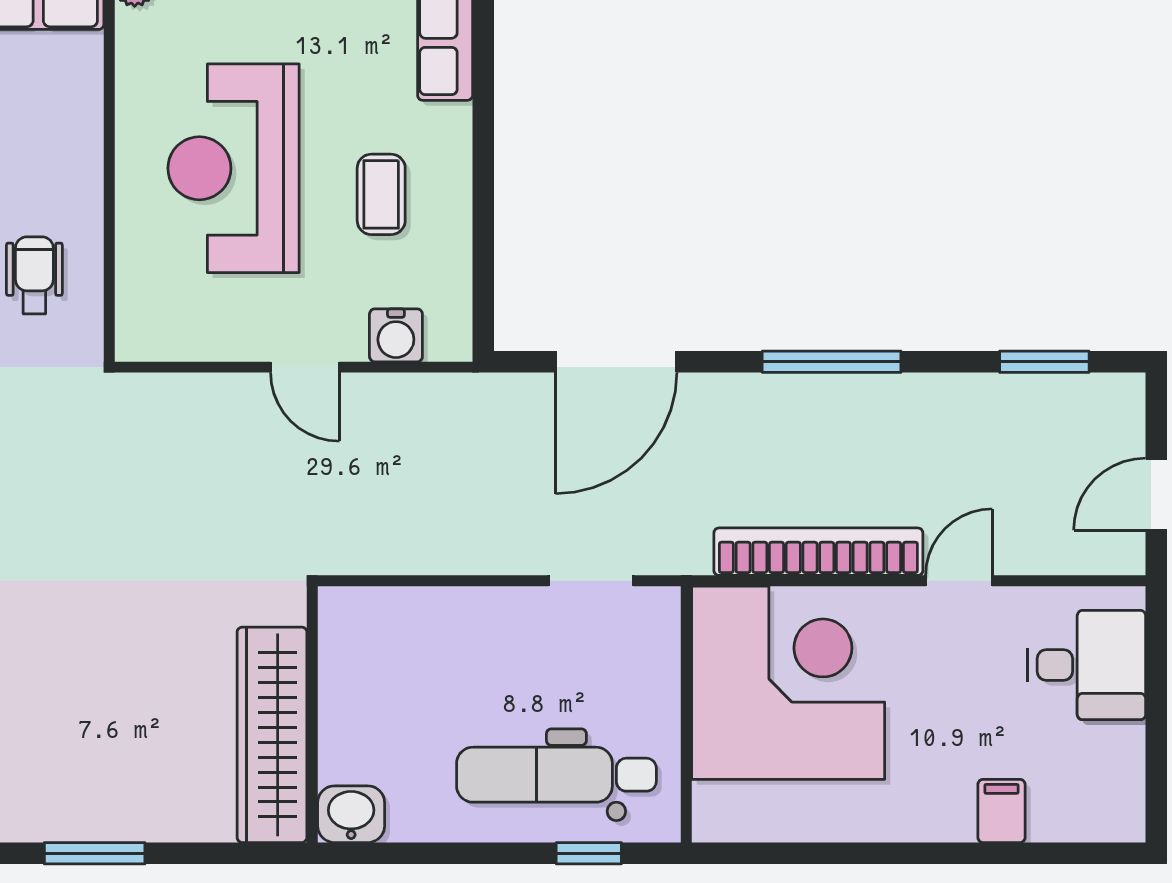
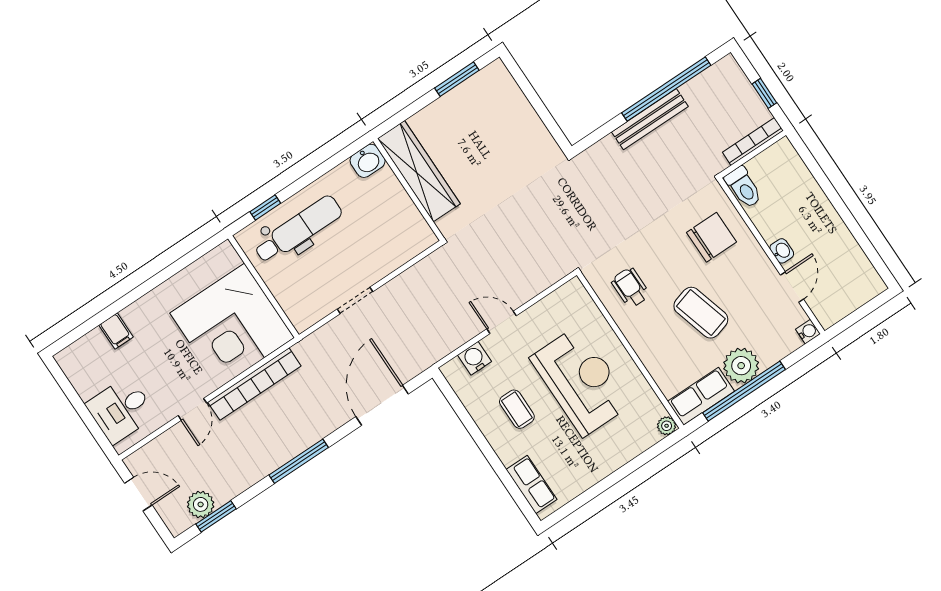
wheelchair: (34, 275) -> (630, 288), turned 180
plant: (1058, 402) -> (201, 504), added
door: (1156, 494) -> (138, 494), hinge flipped
doorway: (591, 581) -> (355, 300), moved

